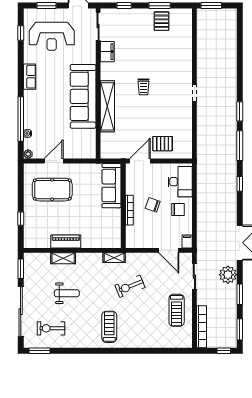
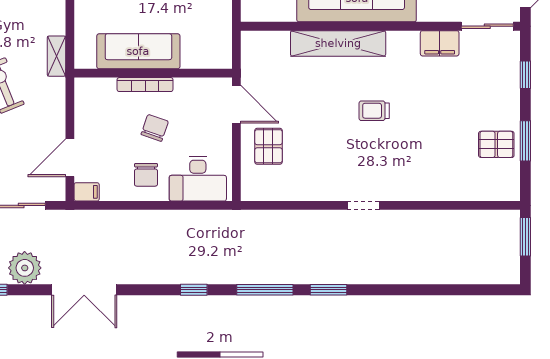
sofa: (112, 186) -> (138, 51), moved

